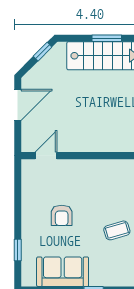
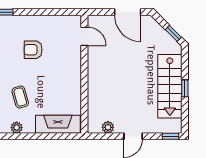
window: (107, 38) -> (185, 88), width x0.67

